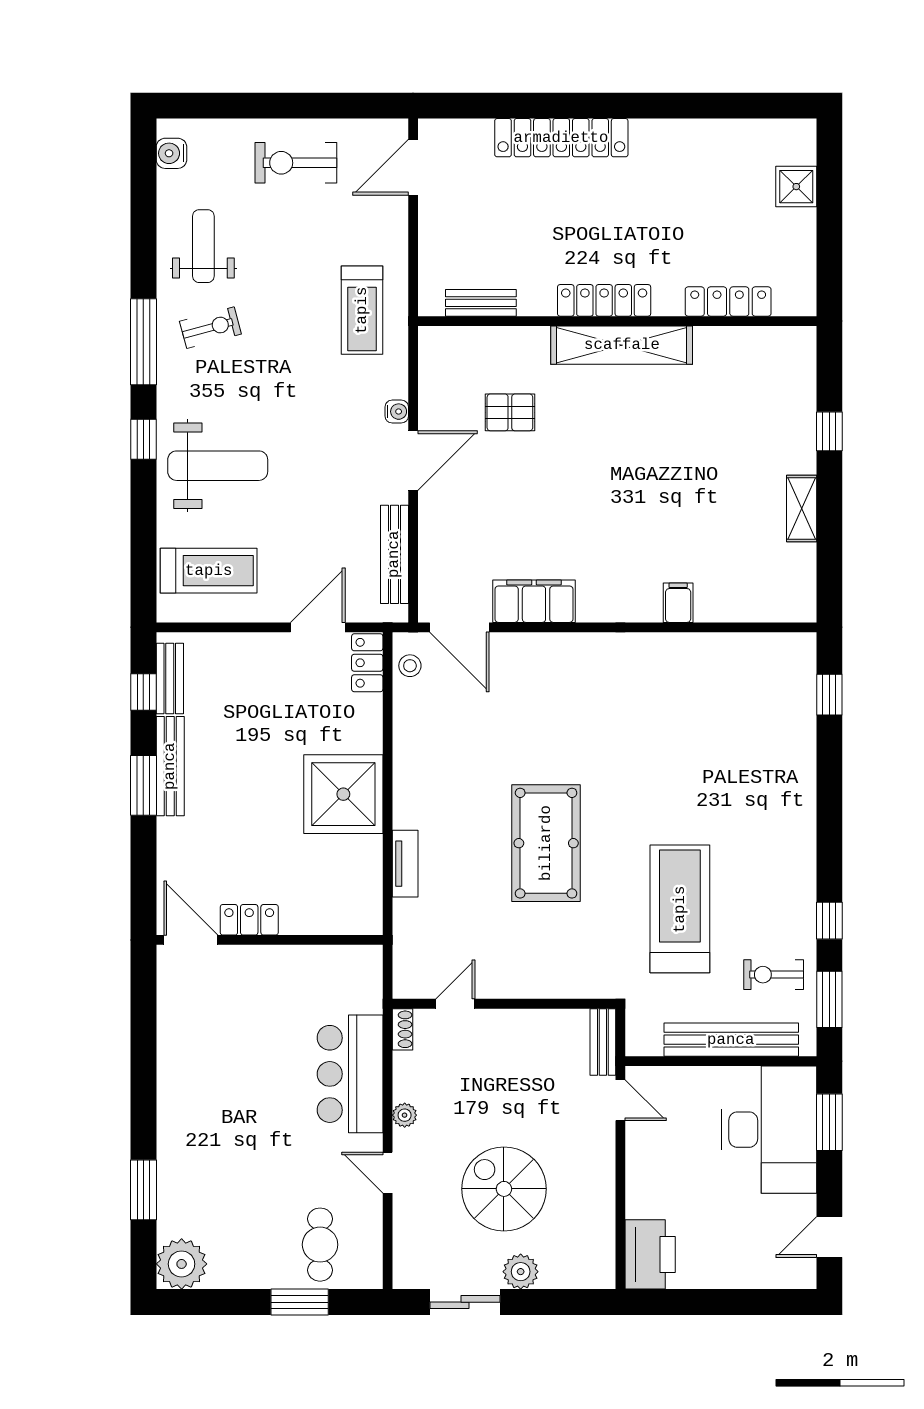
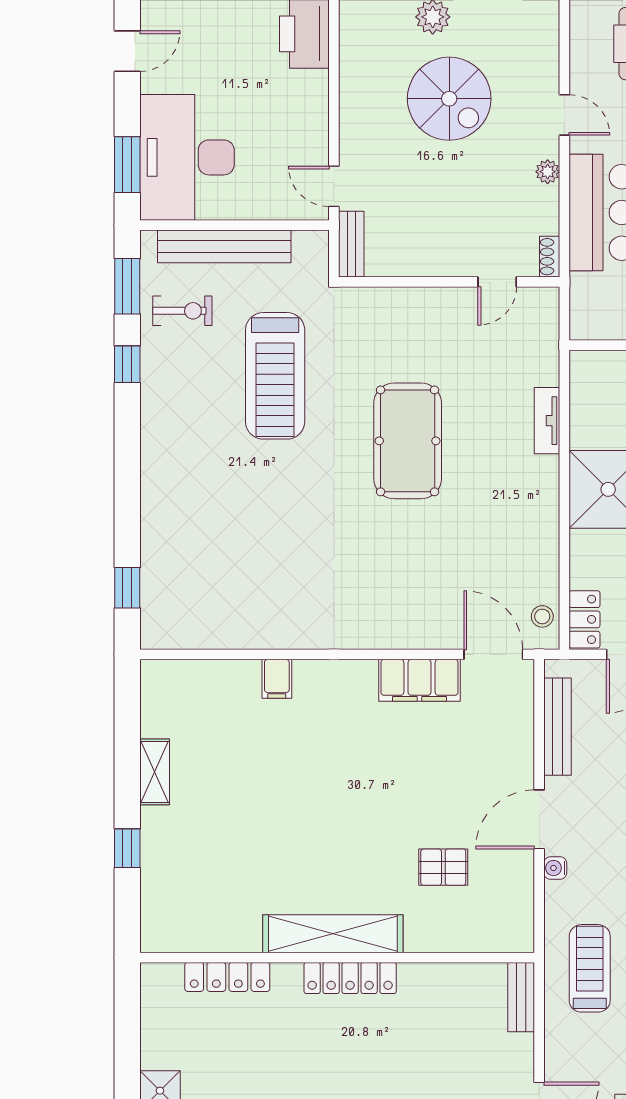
bench: (481, 303) -> (521, 997), moved, turned 90

